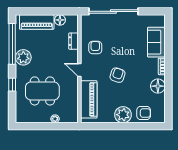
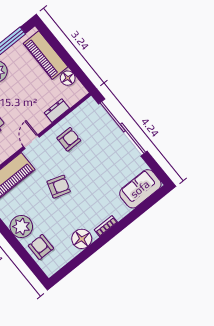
sofa: (156, 42) -> (140, 189), moved
armchair: (144, 113) -> (41, 247), turned 180

